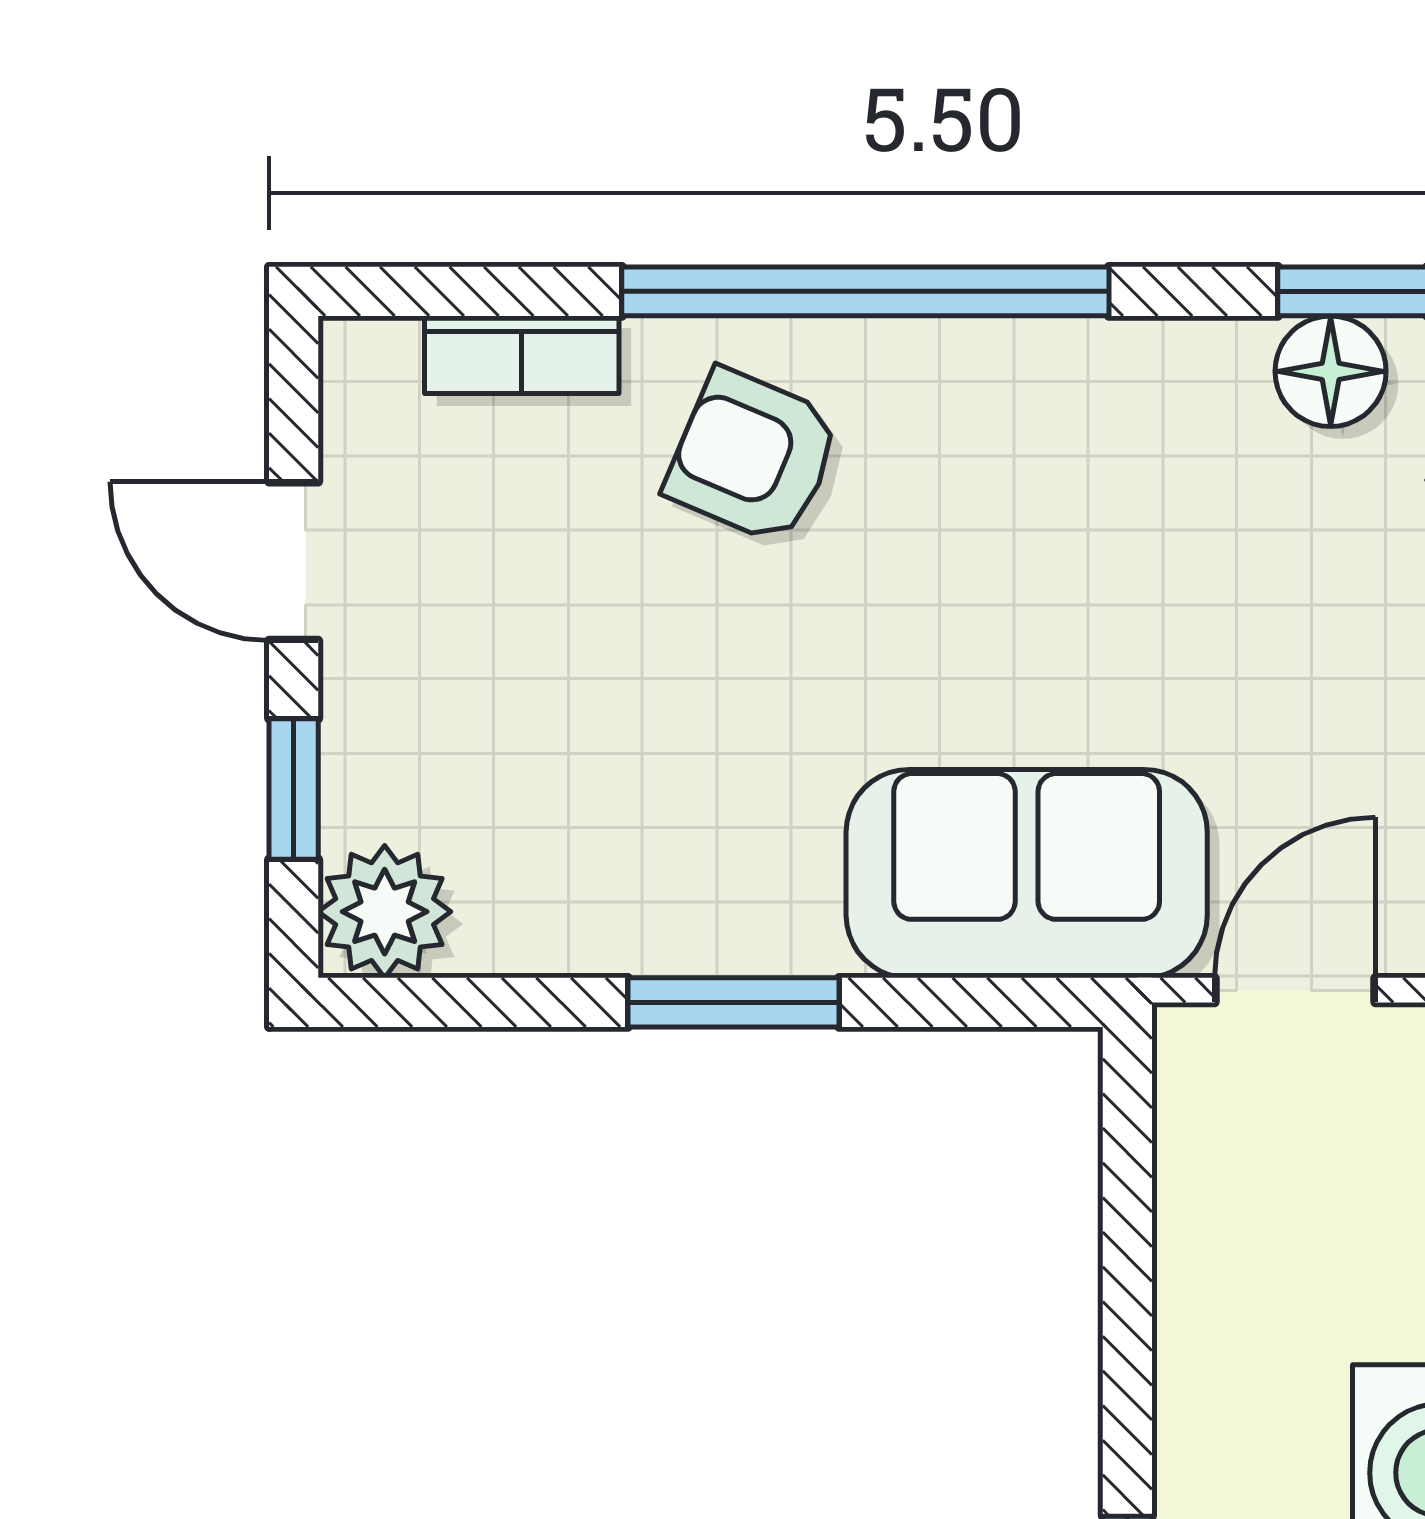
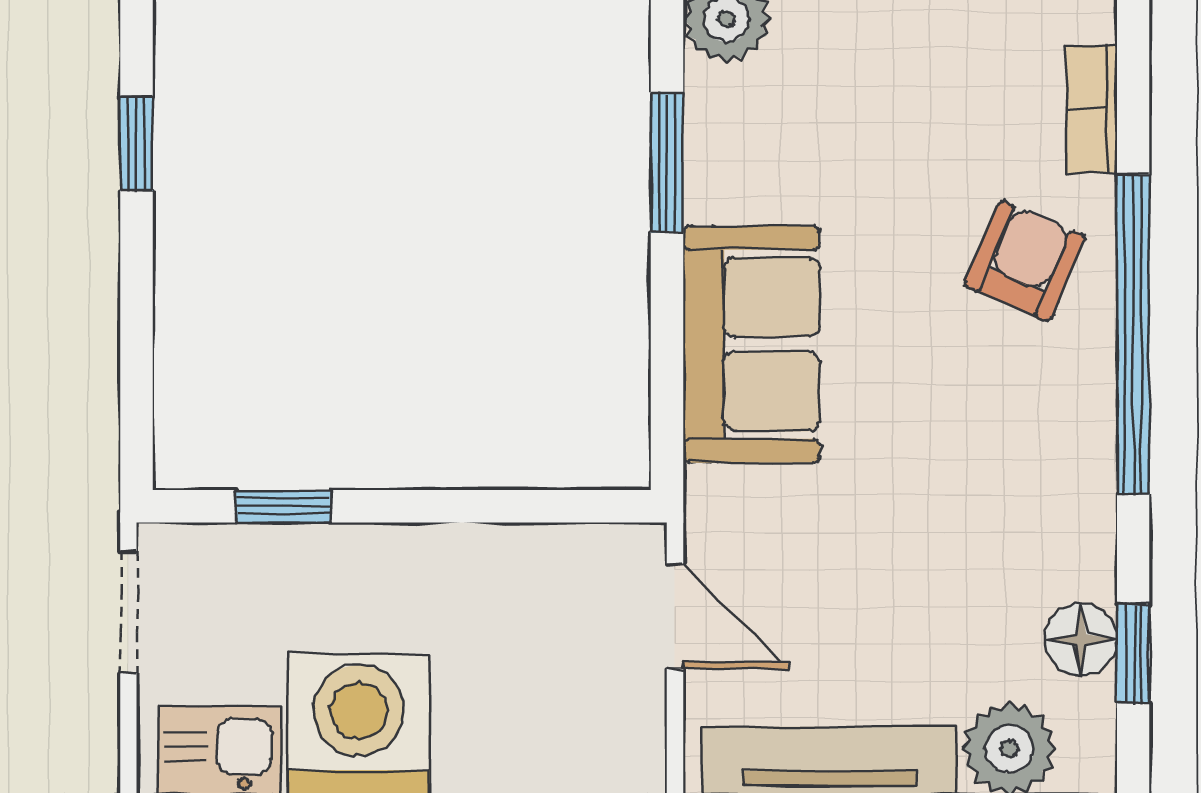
sofa: (1027, 874) -> (751, 344), moved
window: (734, 1002) -> (667, 163), moved

